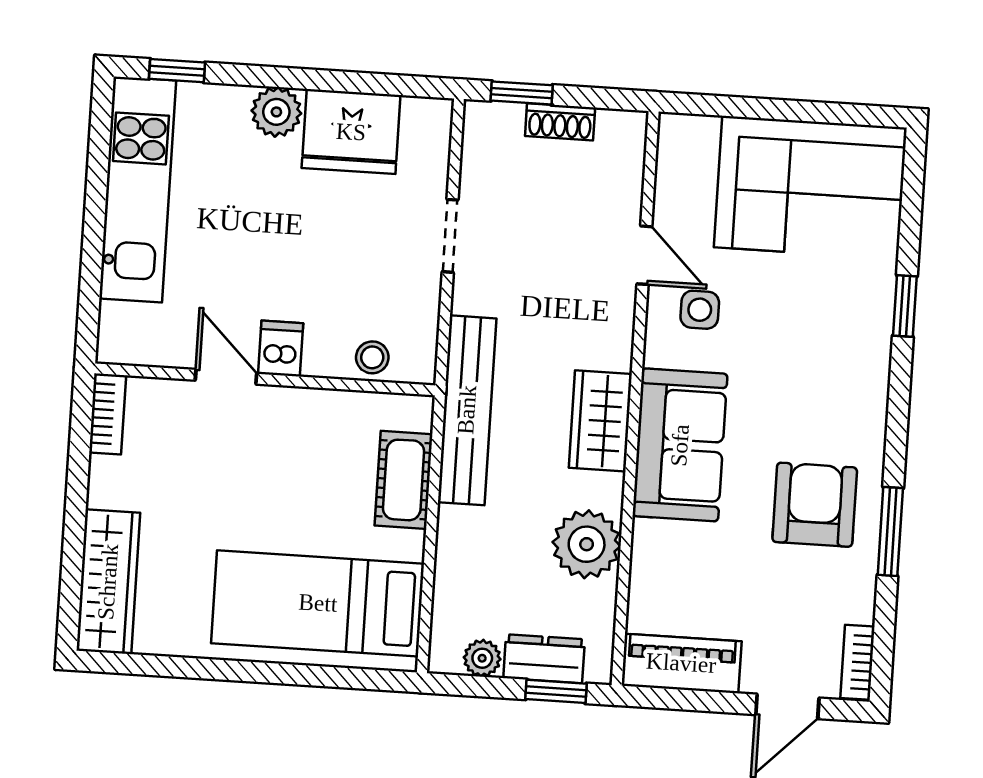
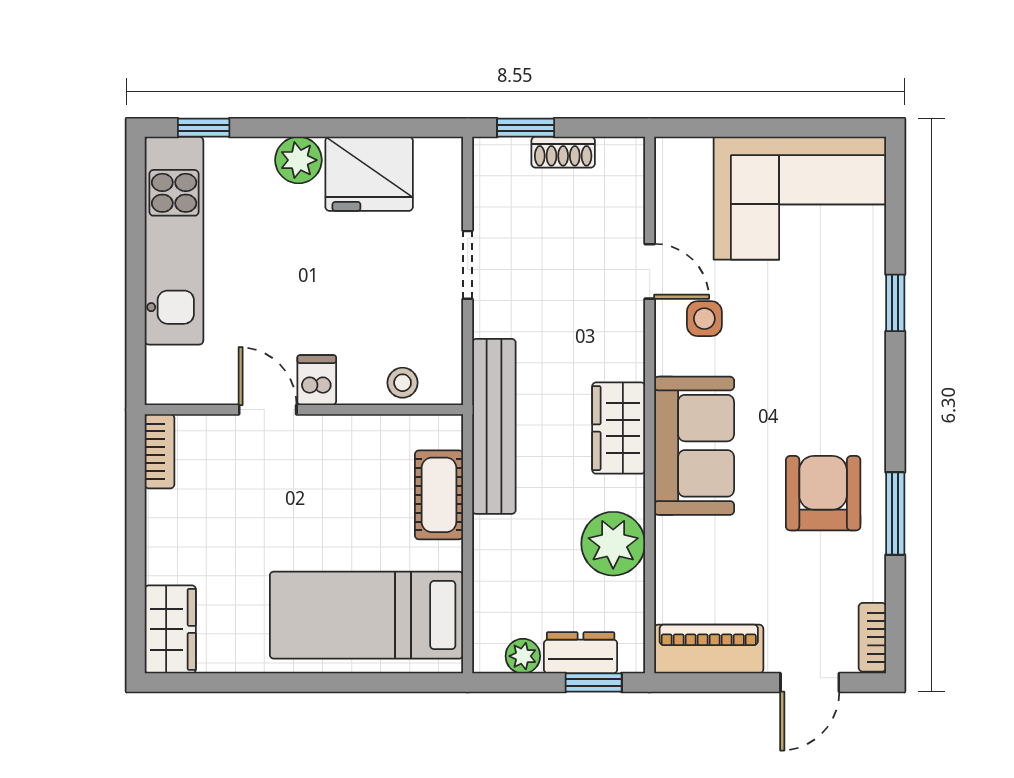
wardrobe: (108, 582) -> (170, 629), width x0.67

